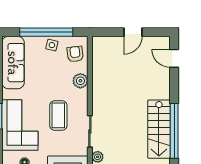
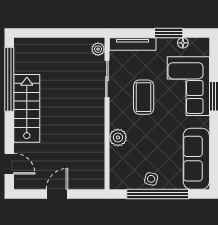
armchair: (75, 54) -> (124, 168), removed
stairs: (159, 129) -> (27, 108), moved

